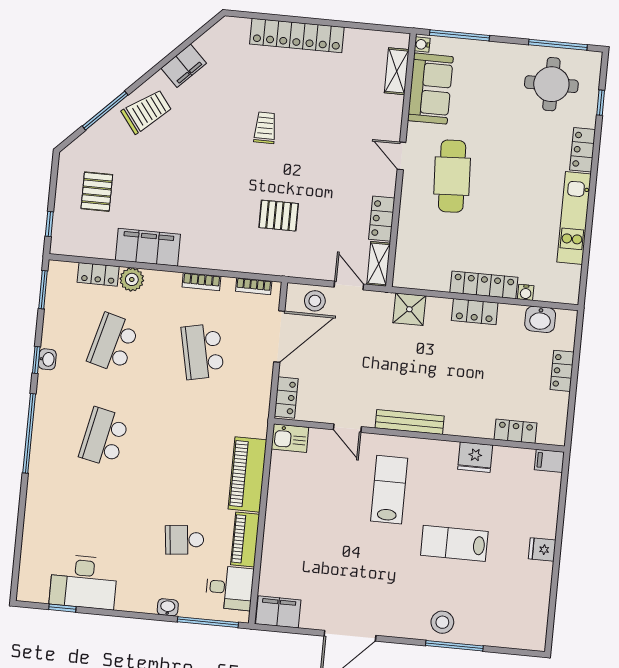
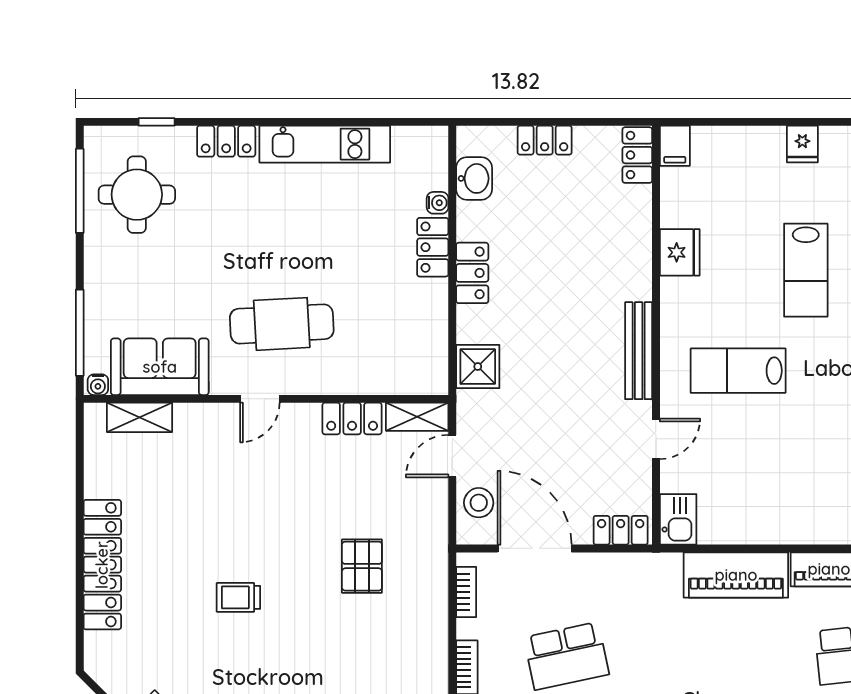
locker: (484, 285) -> (433, 247), width x0.66
locker: (516, 431) -> (637, 155), moved

